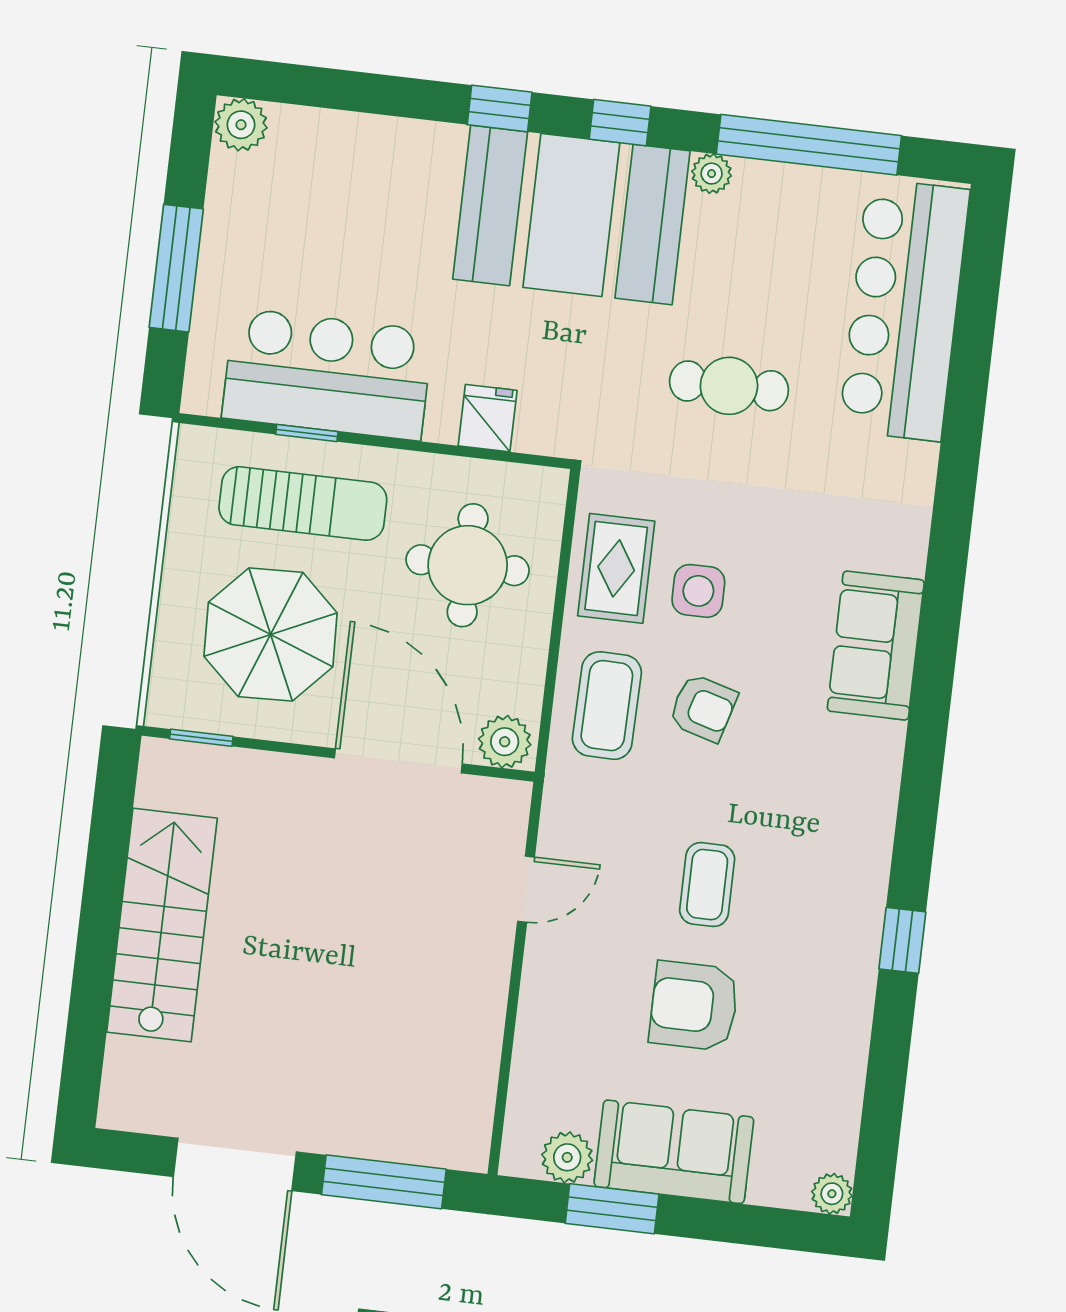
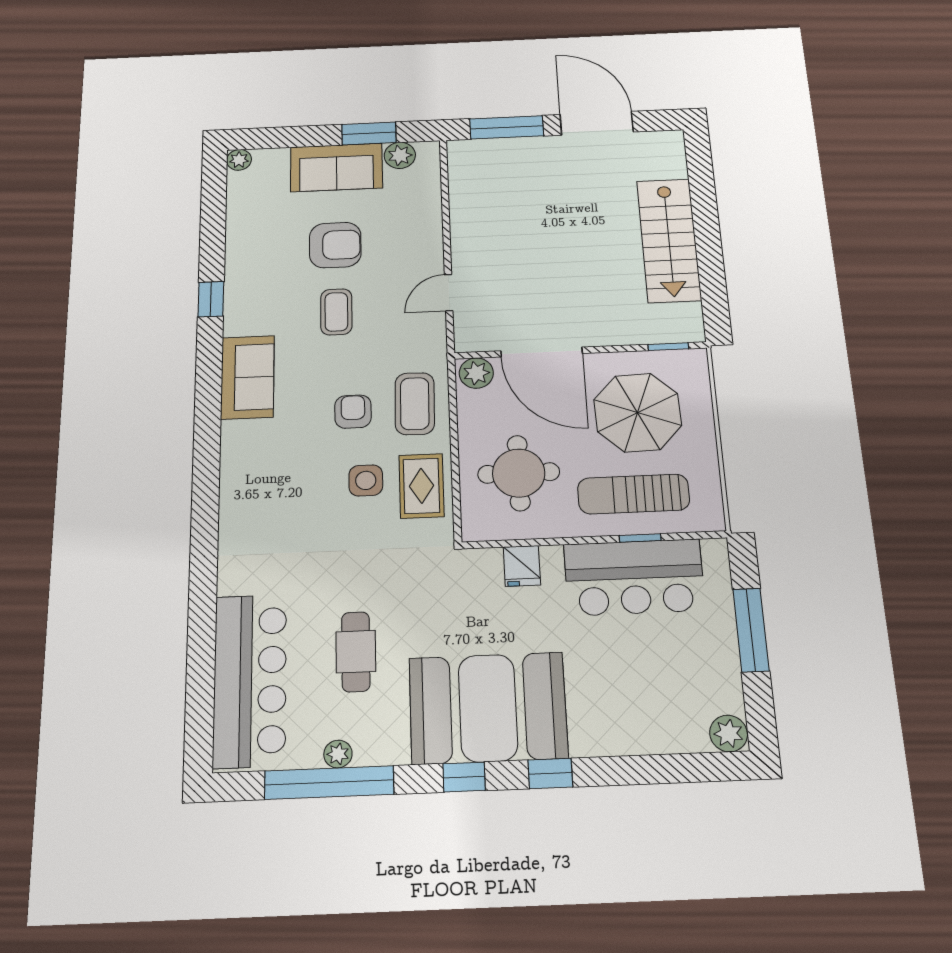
plant: (712, 174) -> (338, 754), moved
cafe table: (729, 386) -> (356, 652), moved, turned 90
sofa: (876, 646) -> (248, 377), moved
armchair: (703, 708) -> (353, 412), turned 74

